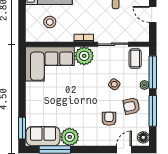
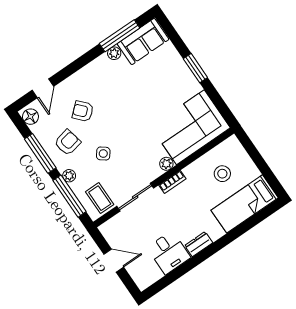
plant: (84, 56) -> (166, 164), width x0.53, depth x0.53
armchair: (109, 119) -> (83, 111), turned 138
window: (22, 128) -> (195, 68), moved
plant: (70, 137) -> (114, 53), width x0.53, depth x0.53

